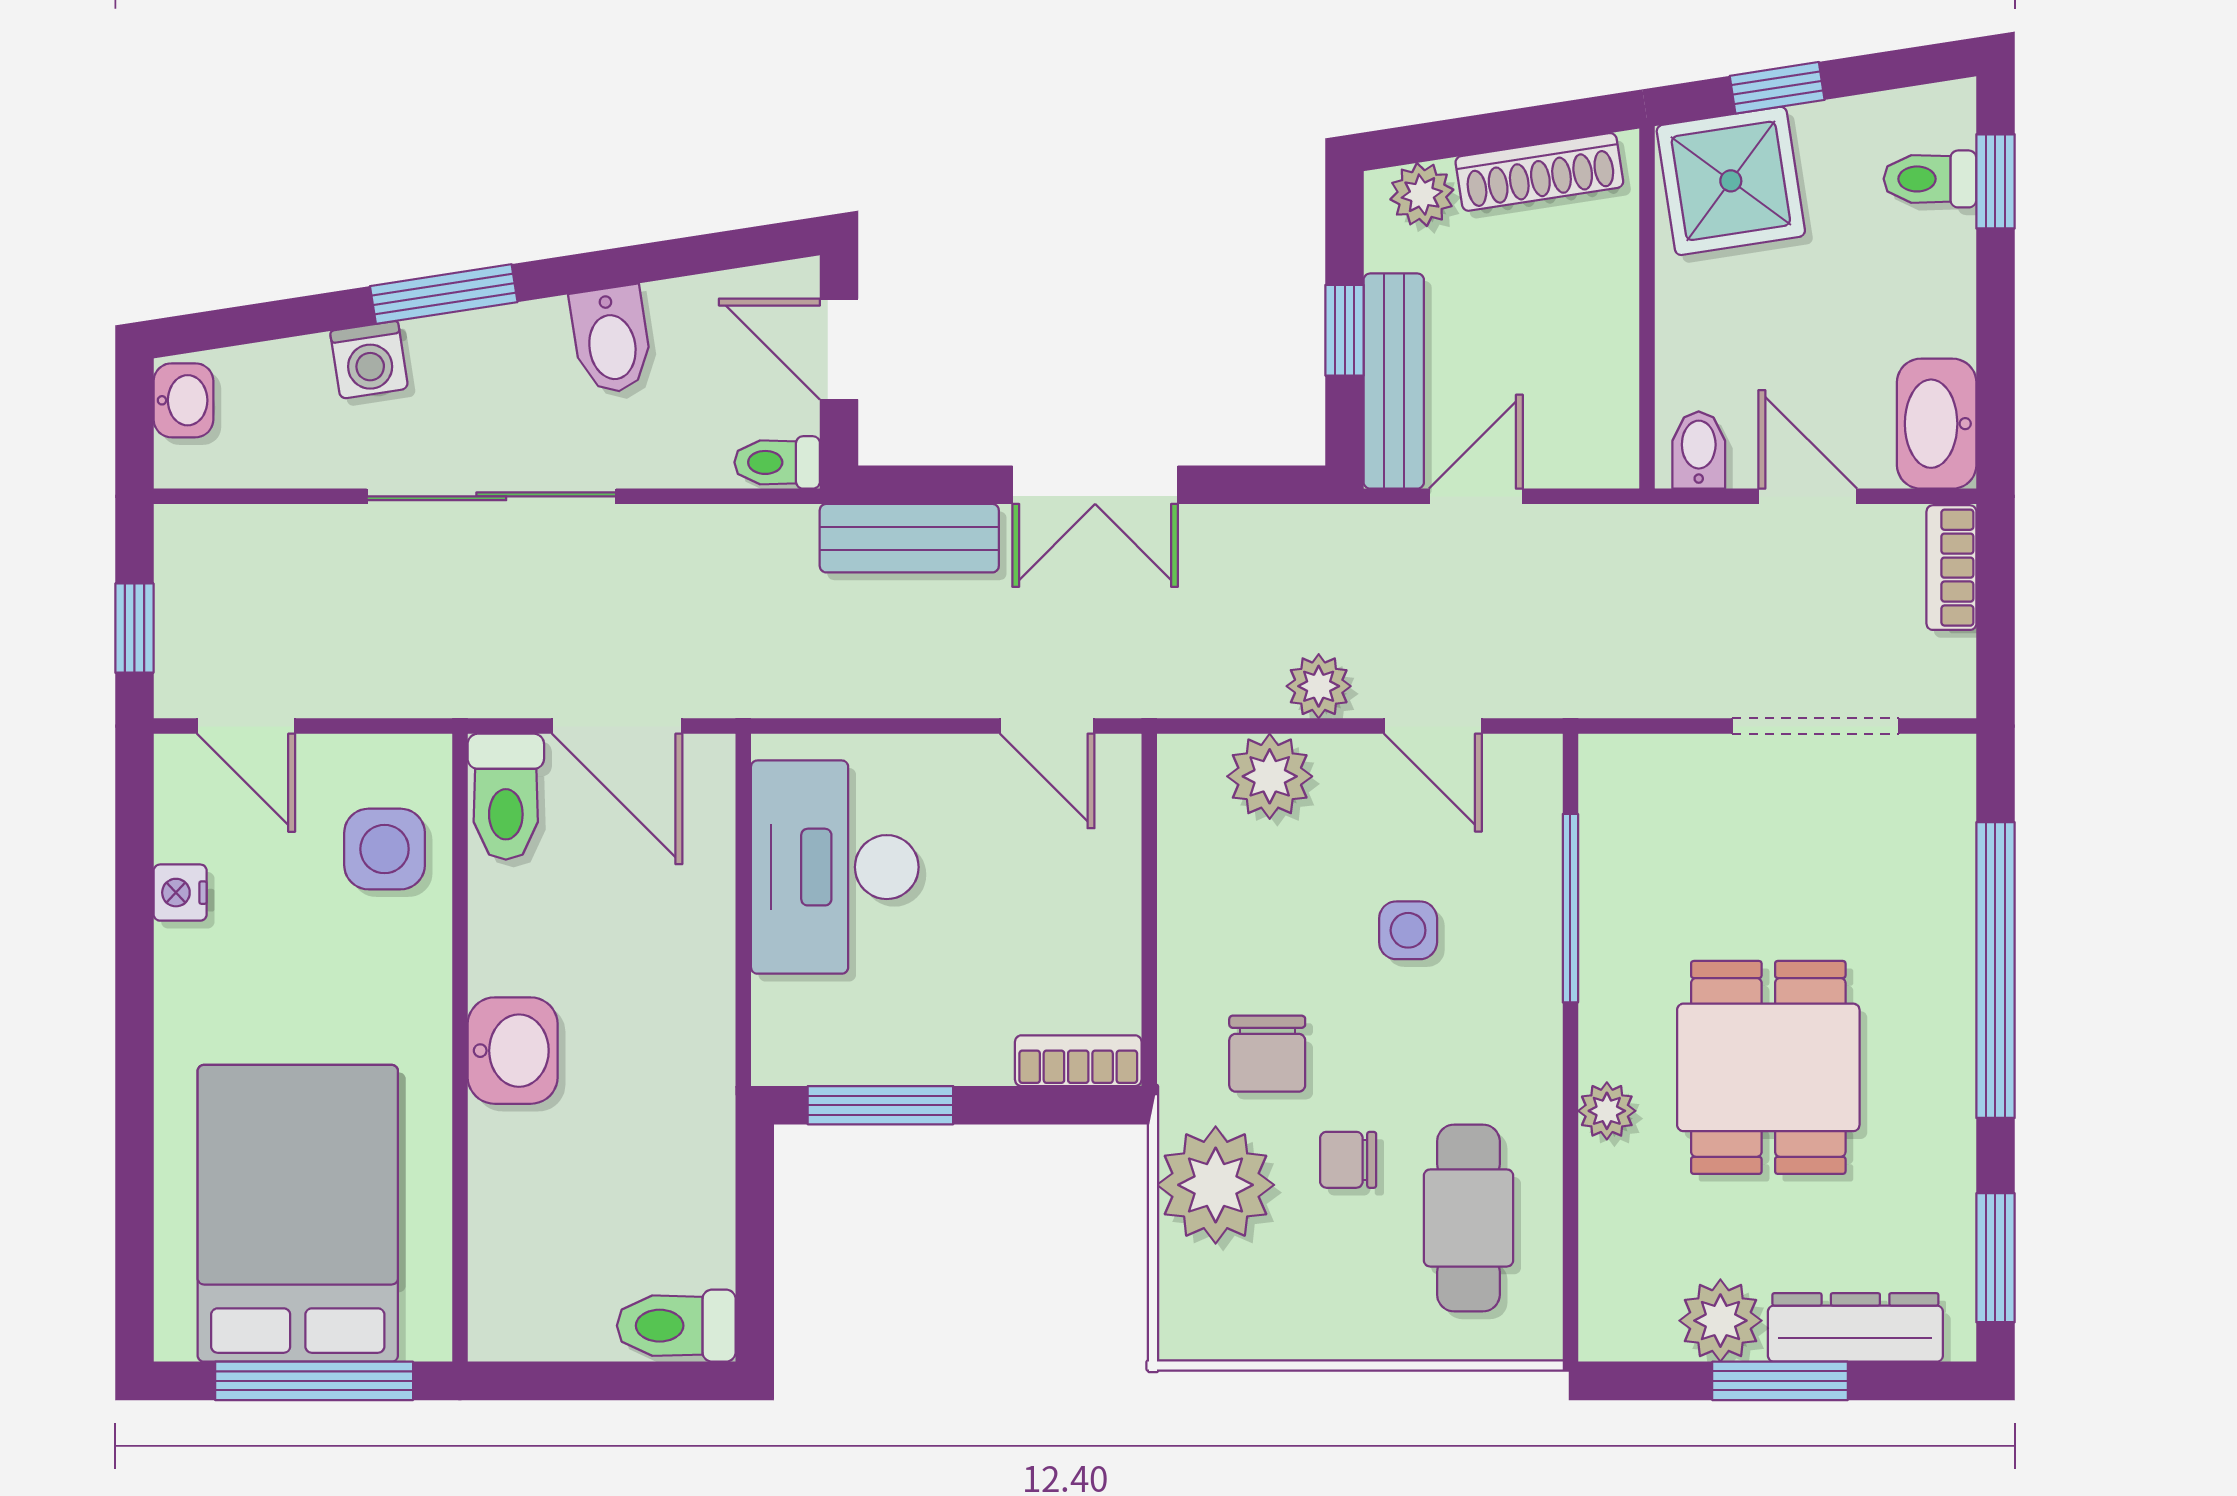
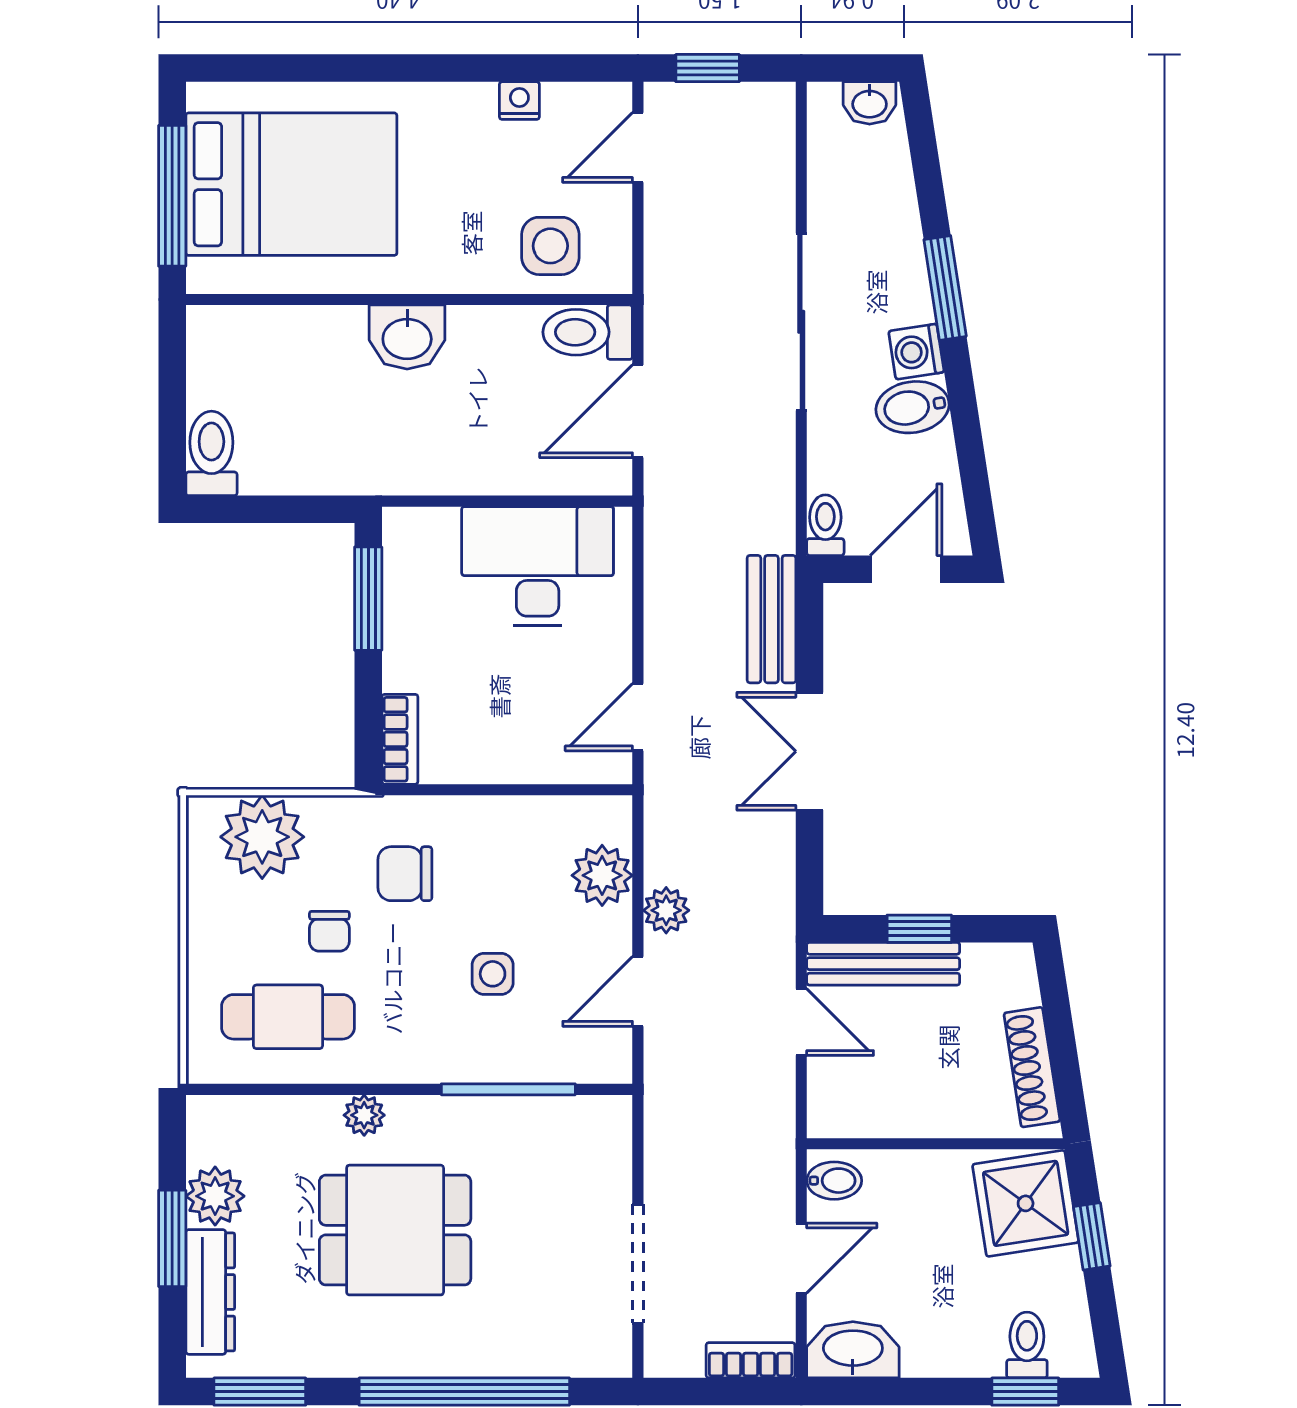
plant: (1422, 195) -> (1016, 984), removed
washing machine: (369, 360) -> (916, 352), moved
chair: (1348, 1160) -> (329, 931), turned 180
plant: (1216, 1185) -> (262, 837), moved

